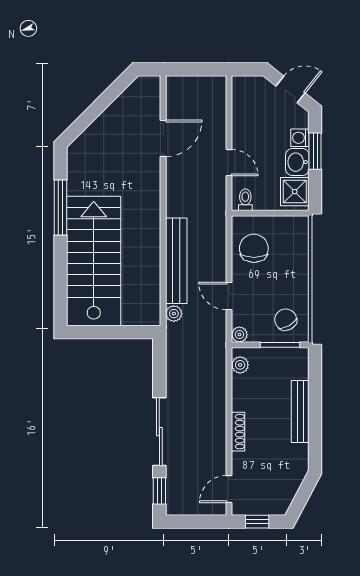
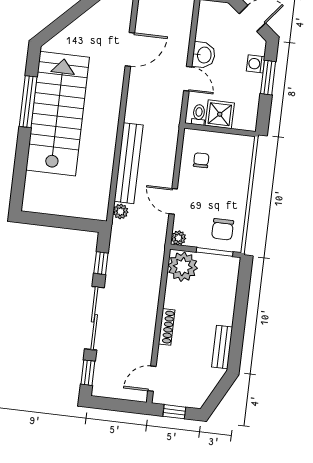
washbasin: (297, 162) -> (204, 55), moved, turned 180
shower: (295, 192) -> (220, 114), moved
chair: (254, 248) -> (201, 160), width x0.54, depth x0.54
stairs: (94, 261) -> (58, 114), moved
chair: (286, 320) -> (223, 229), turned -151
plant: (240, 365) -> (183, 267), width x1.87, depth x1.87
window: (159, 372) -> (101, 263), added
bench: (300, 411) -> (222, 347), moved, width x0.73

